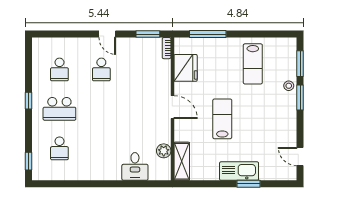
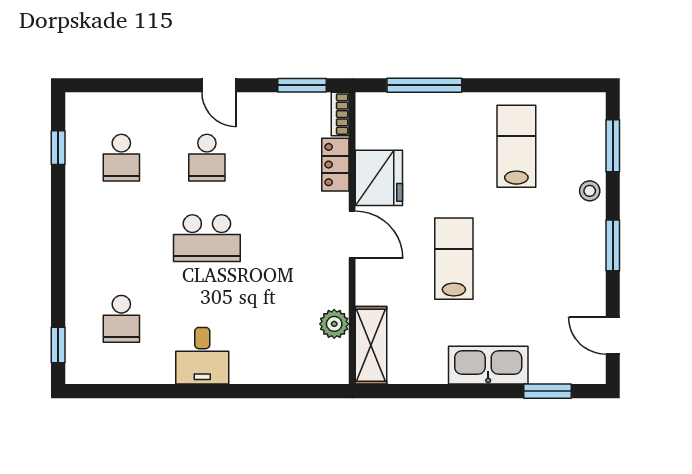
lab bench: (253, 64) -> (516, 146), turned 180
fridge: (186, 68) -> (379, 178), moved
locker: (164, 73) -> (335, 165), added
window: (300, 97) -> (613, 245), moved
window: (29, 101) -> (58, 148), moved
school desk: (59, 109) -> (207, 238), moved
desk: (135, 166) -> (202, 356), moved
window: (248, 184) -> (548, 391), moved

